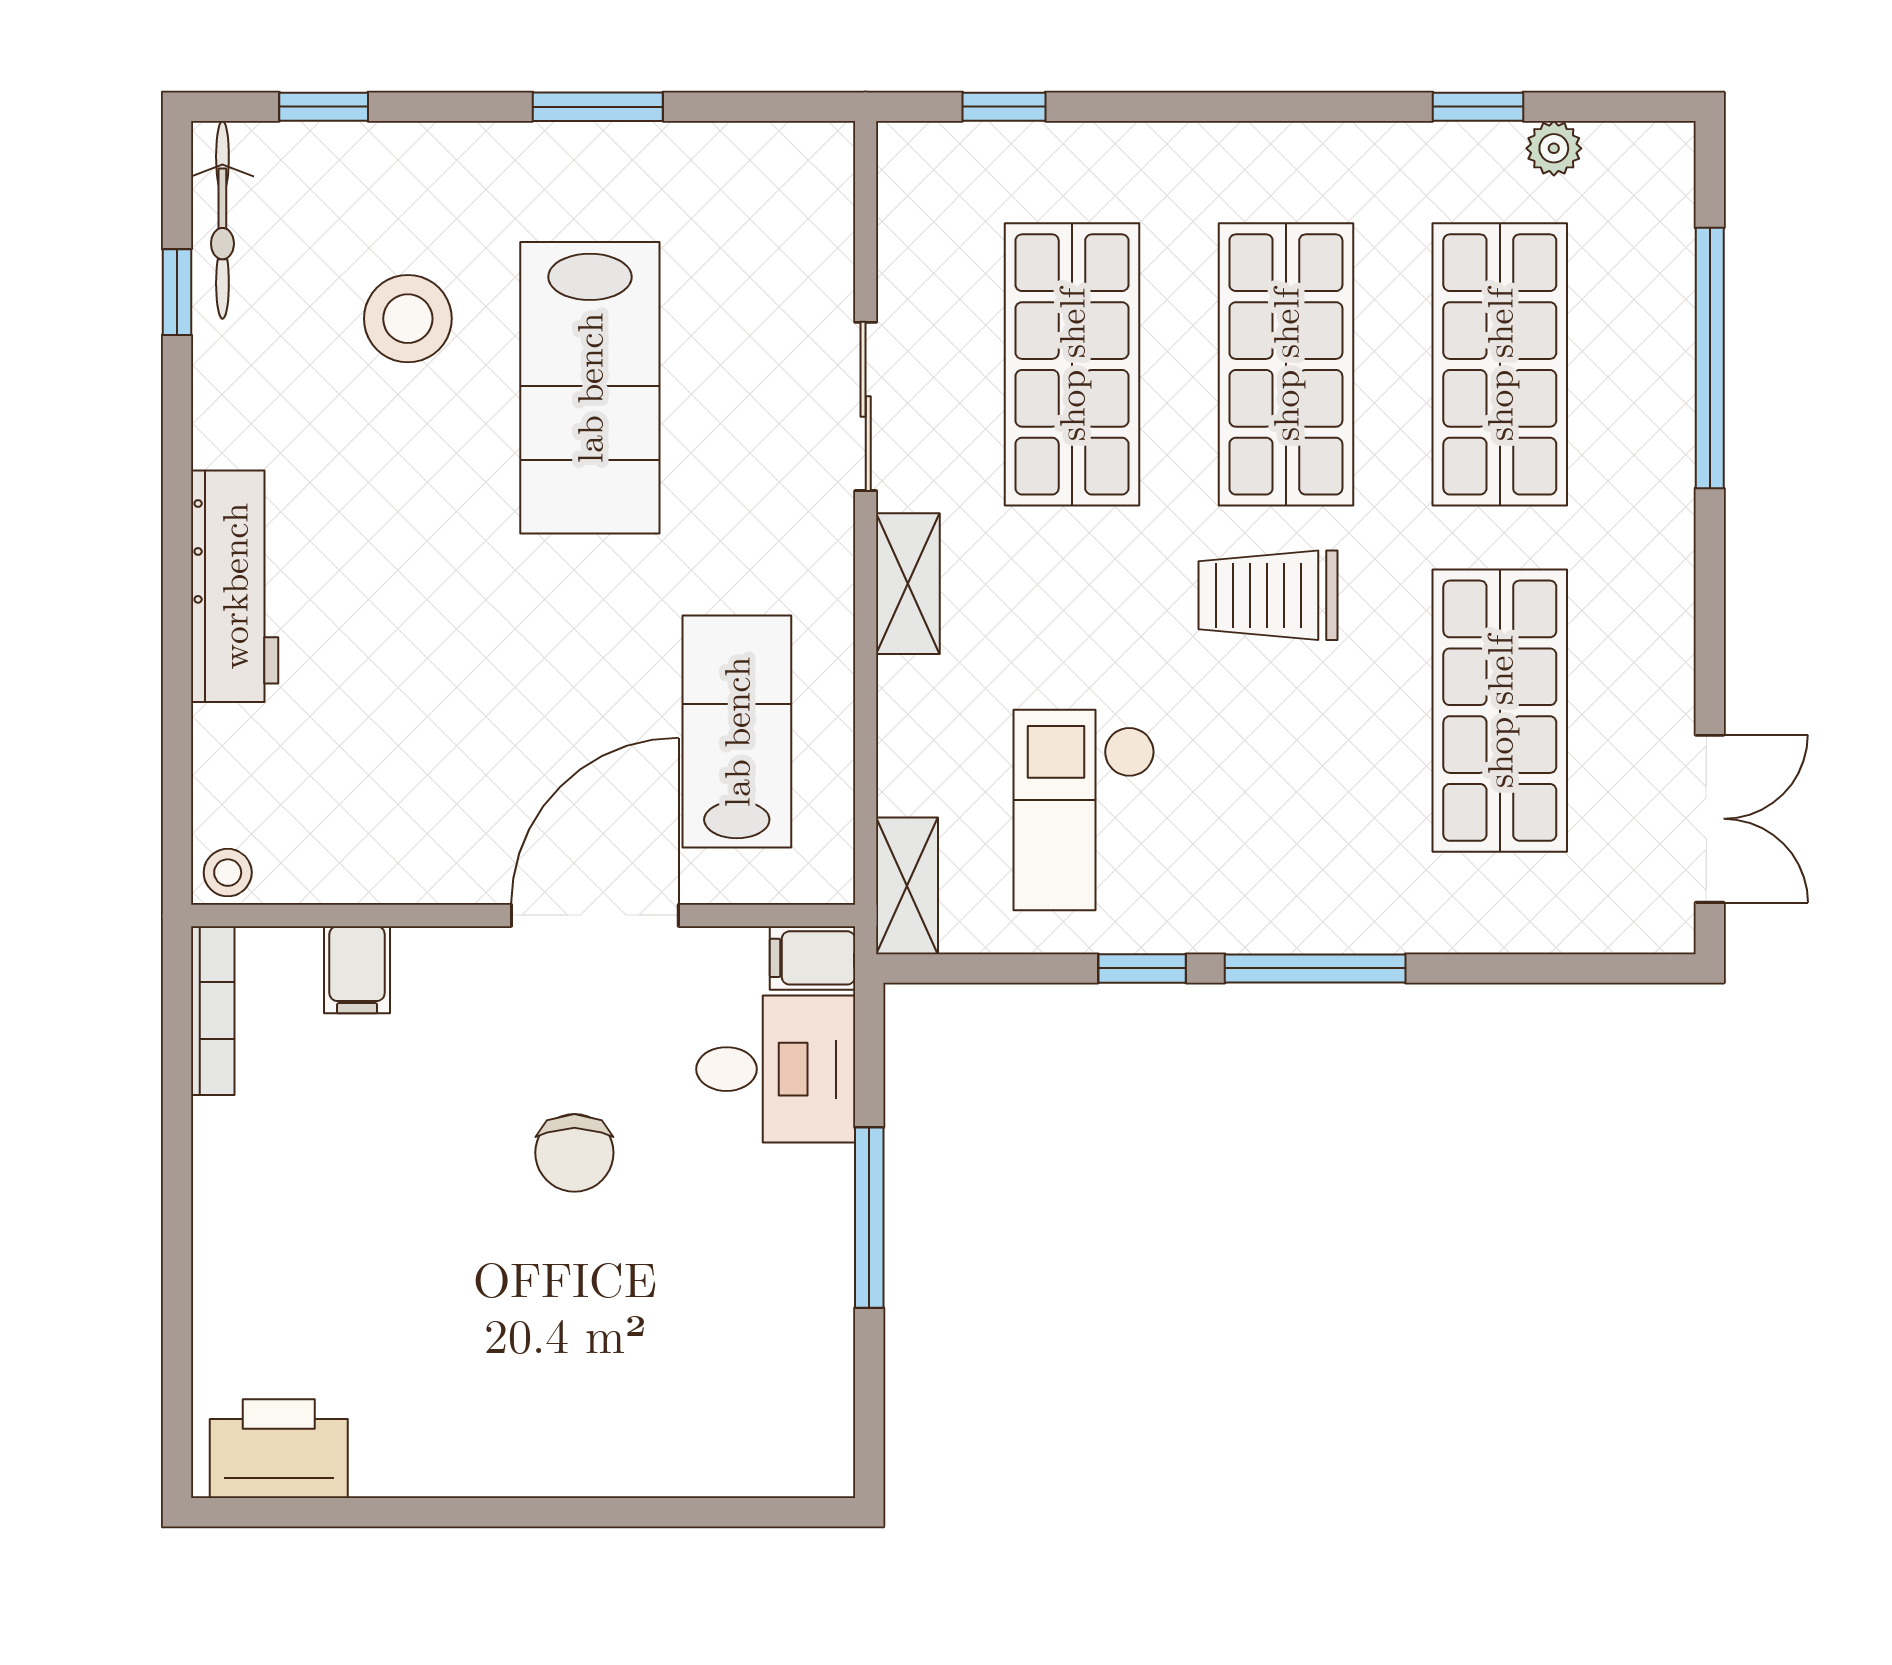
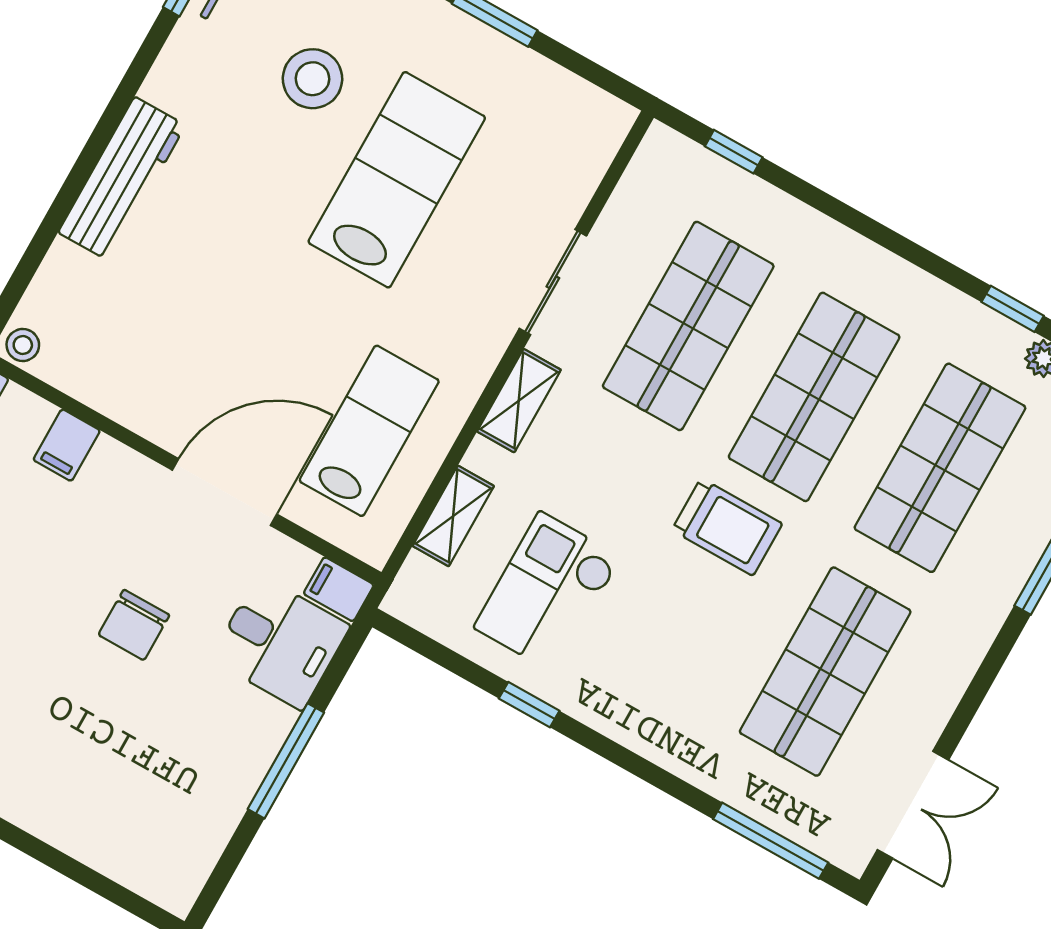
lab bench: (590, 388) -> (397, 180), turned 180
trolley: (1268, 595) -> (727, 527), turned 180
shelving: (907, 886) -> (453, 516), moved
window: (1315, 968) -> (771, 841), moved

